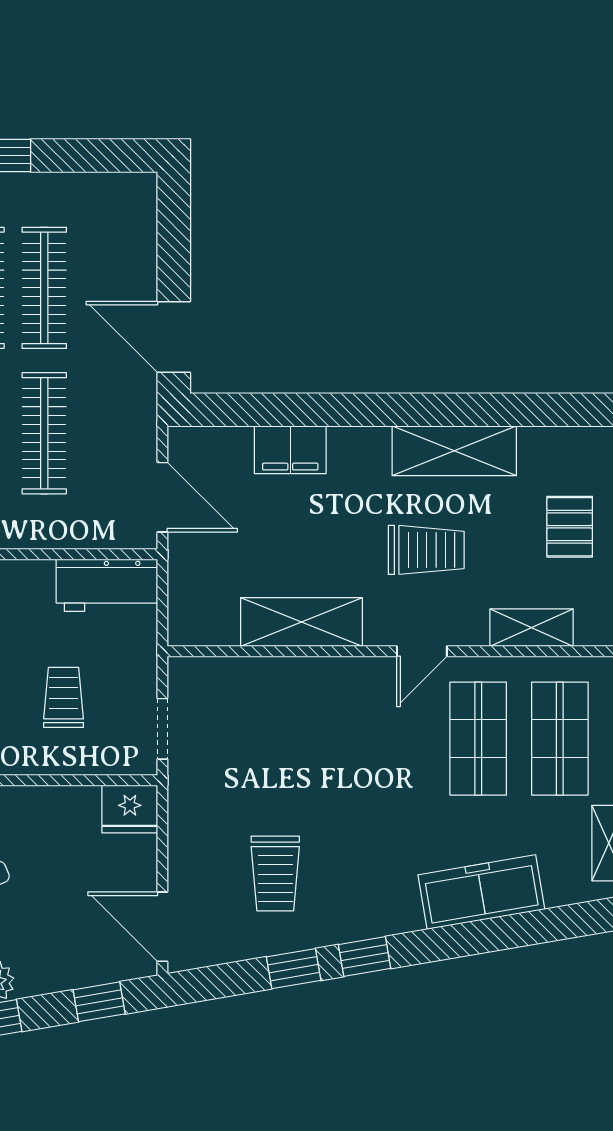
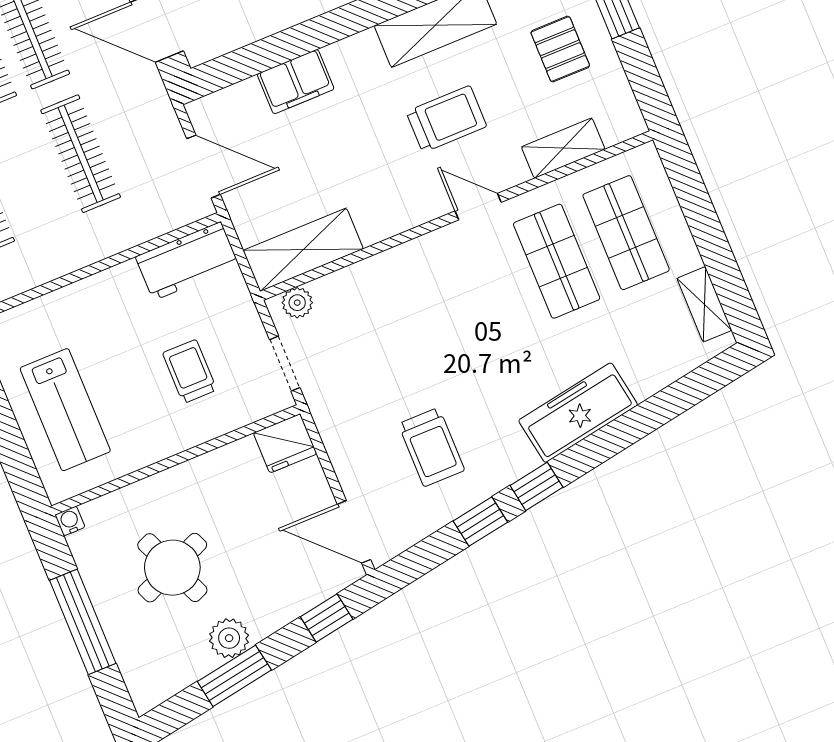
shelving: (301, 622) -> (303, 250), moved
door: (422, 651) -> (478, 207), swing flipped
plant: (200, 673) -> (297, 303), added
freezer: (481, 892) -> (578, 413), moved

